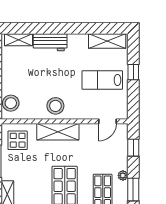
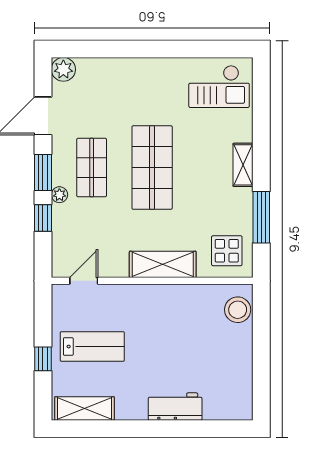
shelving: (18, 40) -> (225, 410), removed
stool: (55, 106) -> (167, 305), removed
window: (133, 148) -> (43, 218), moved

